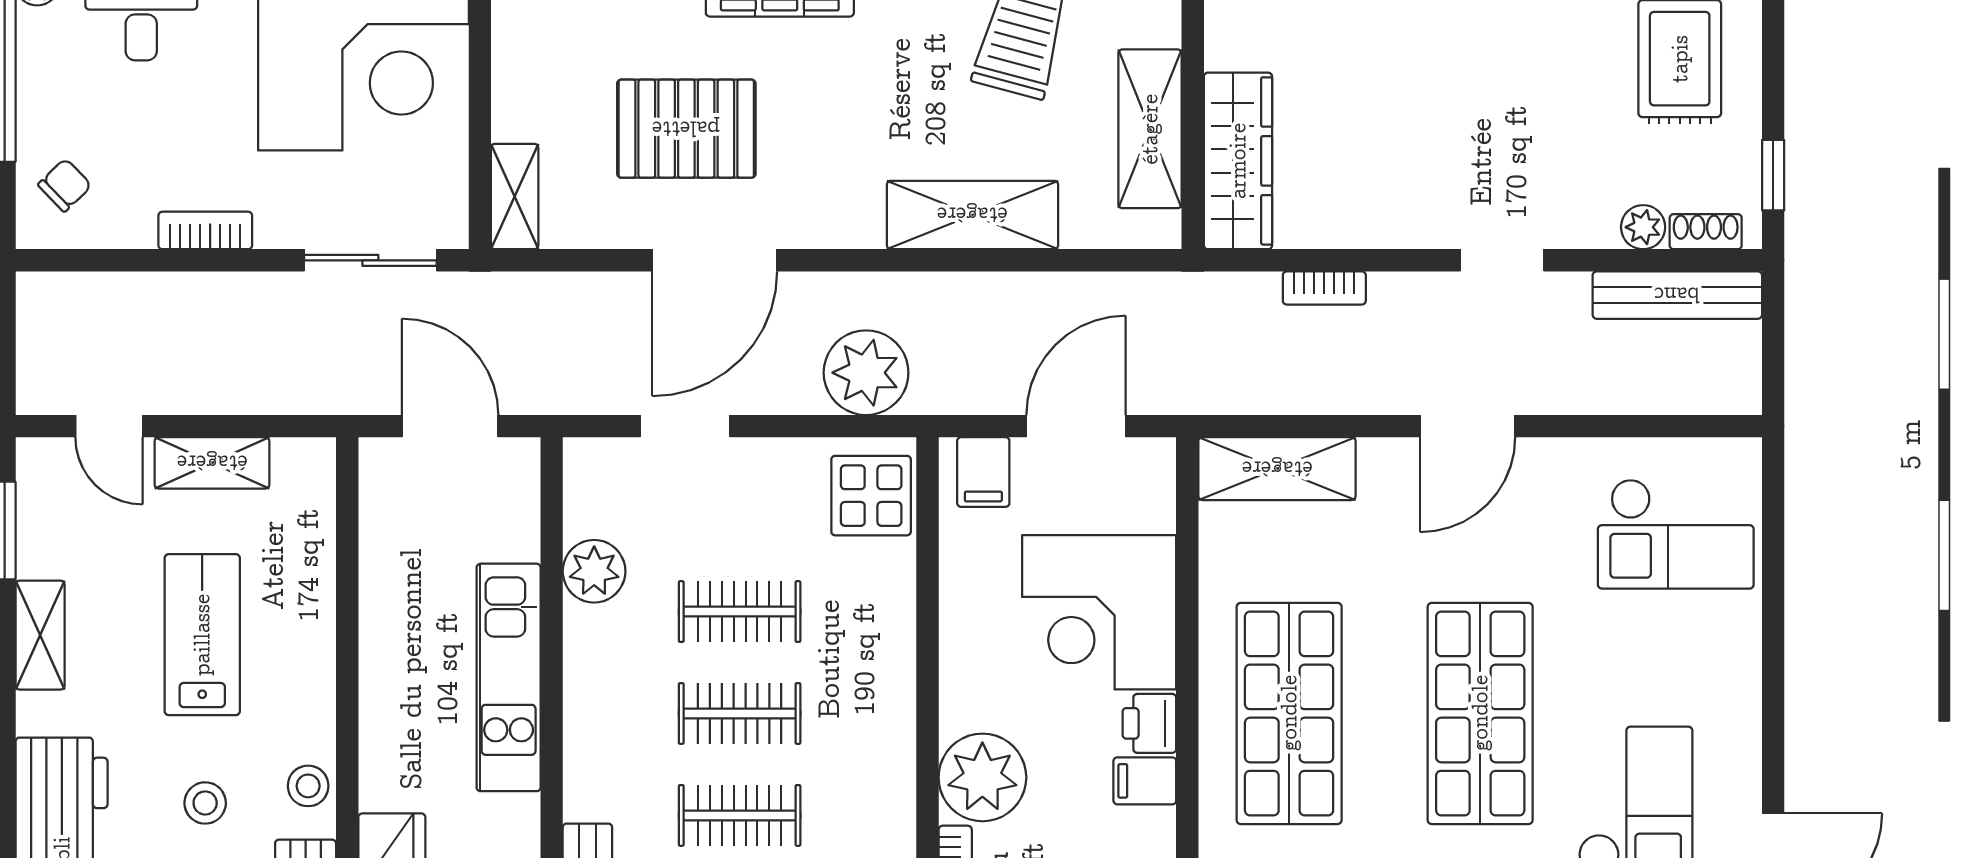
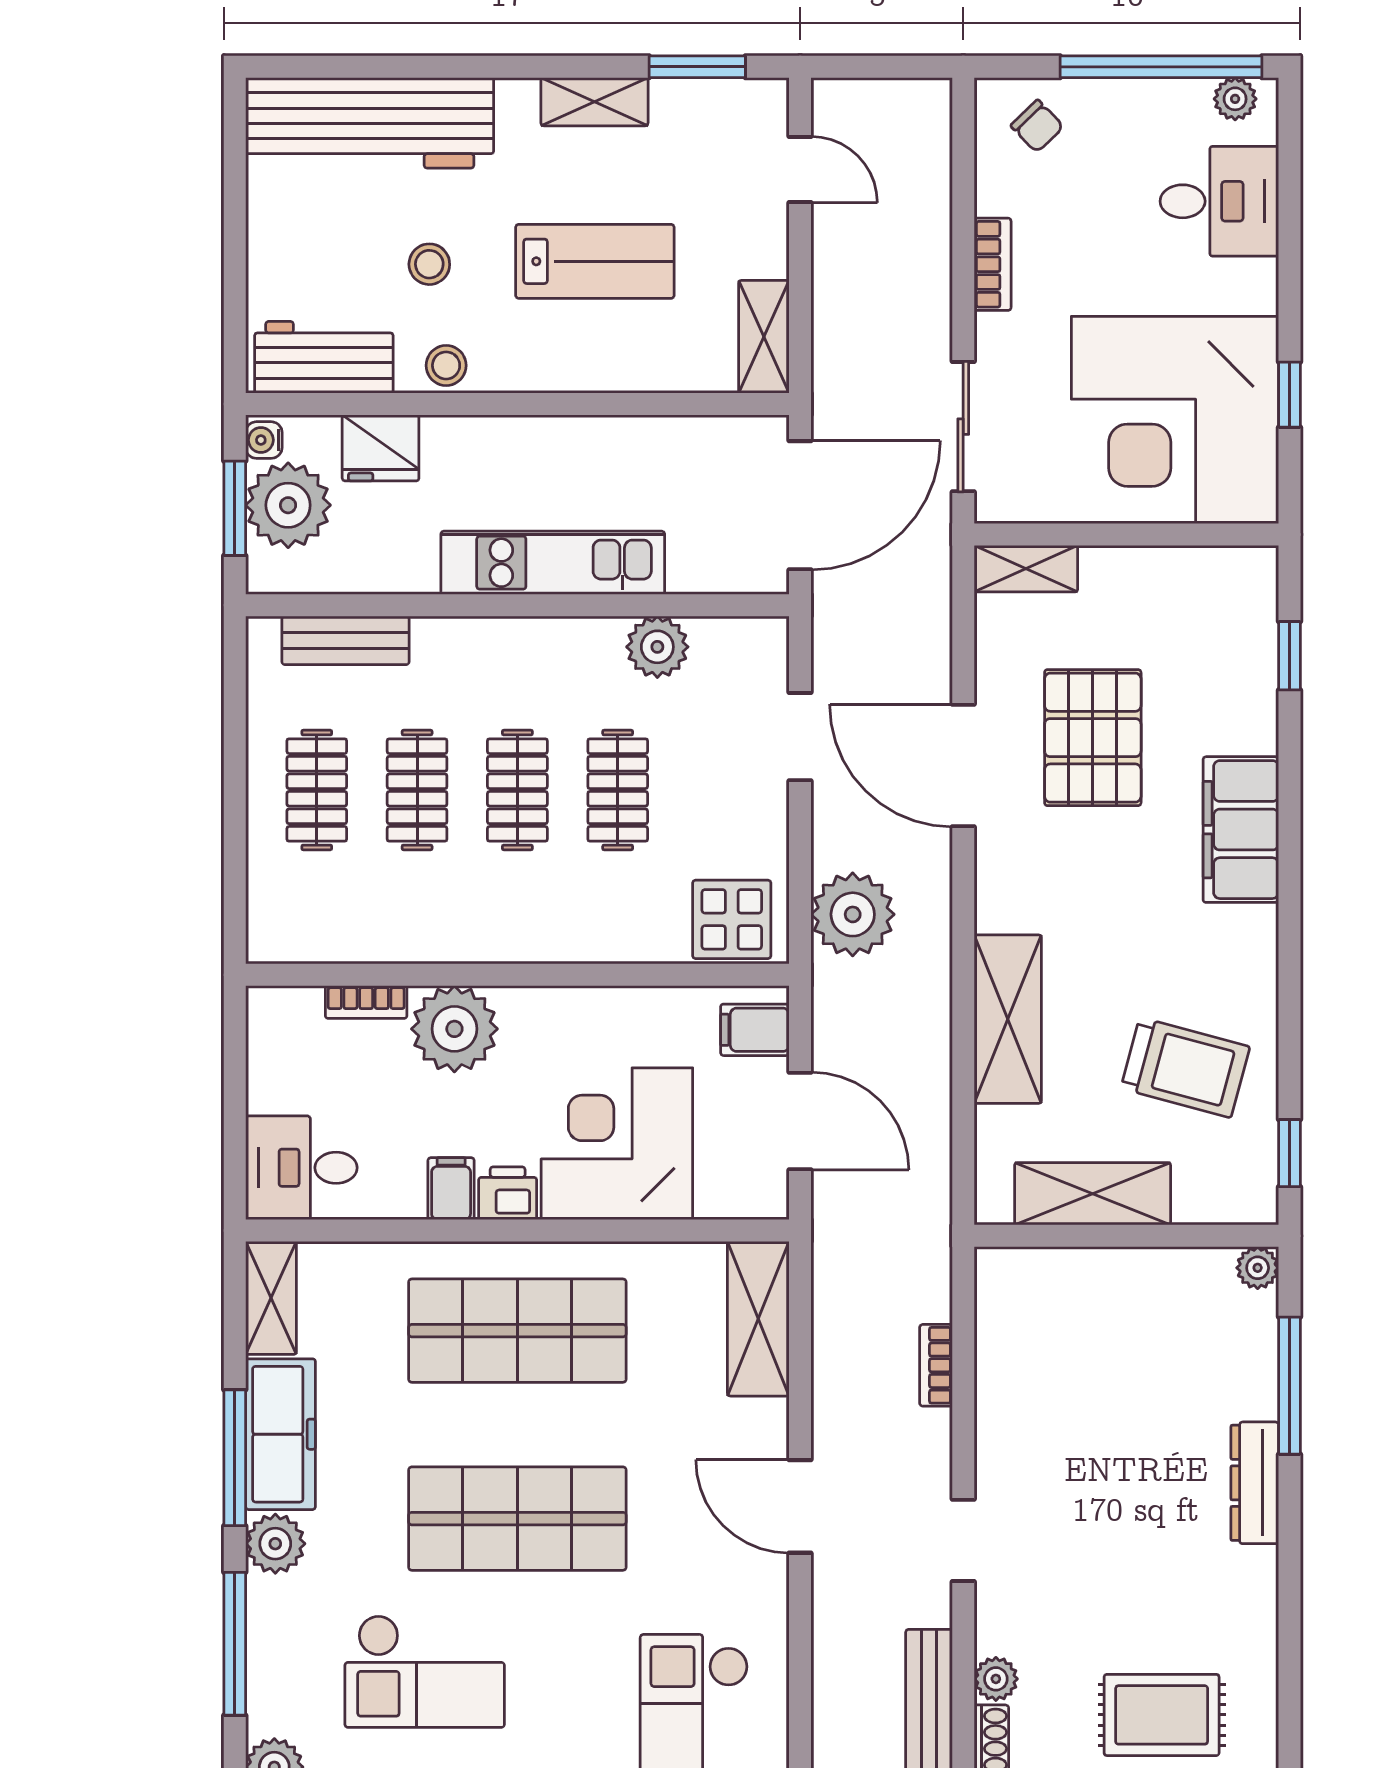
wardrobe: (1238, 161) -> (1061, 1280), removed
door: (109, 426) -> (800, 170), swing flipped
door: (450, 426) -> (800, 505), width x1.36
shelving: (212, 463) -> (764, 337), moved

